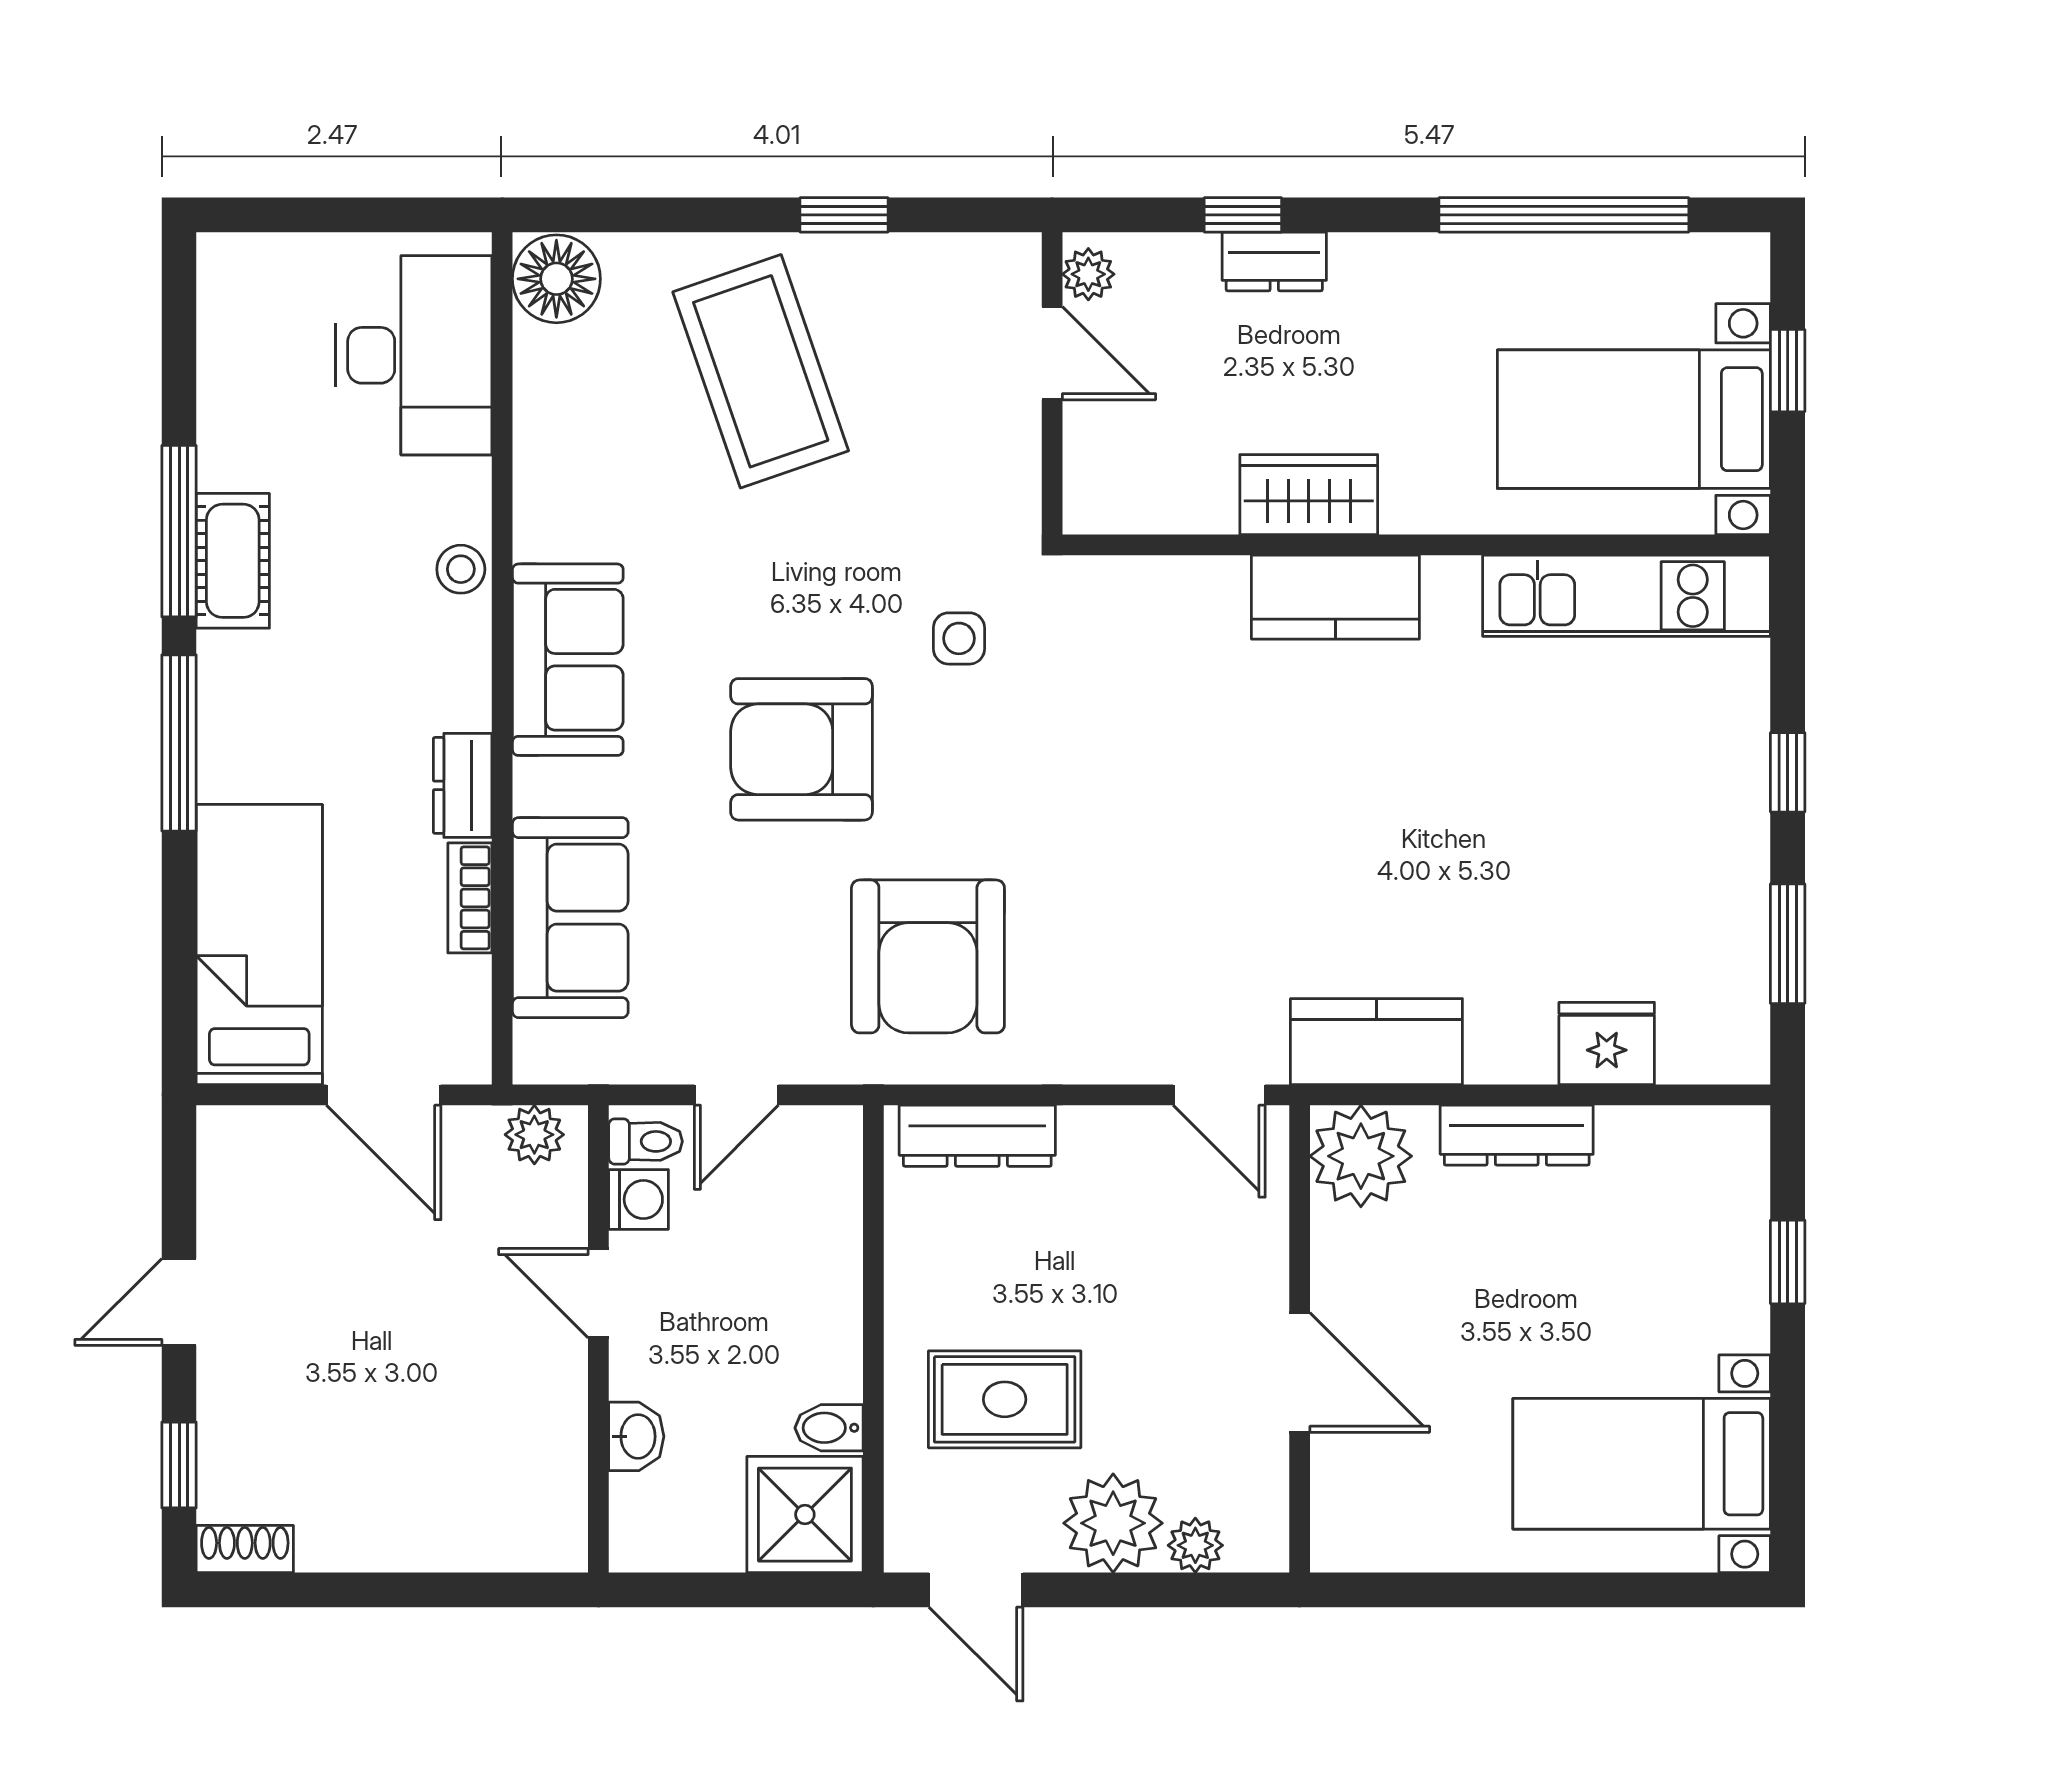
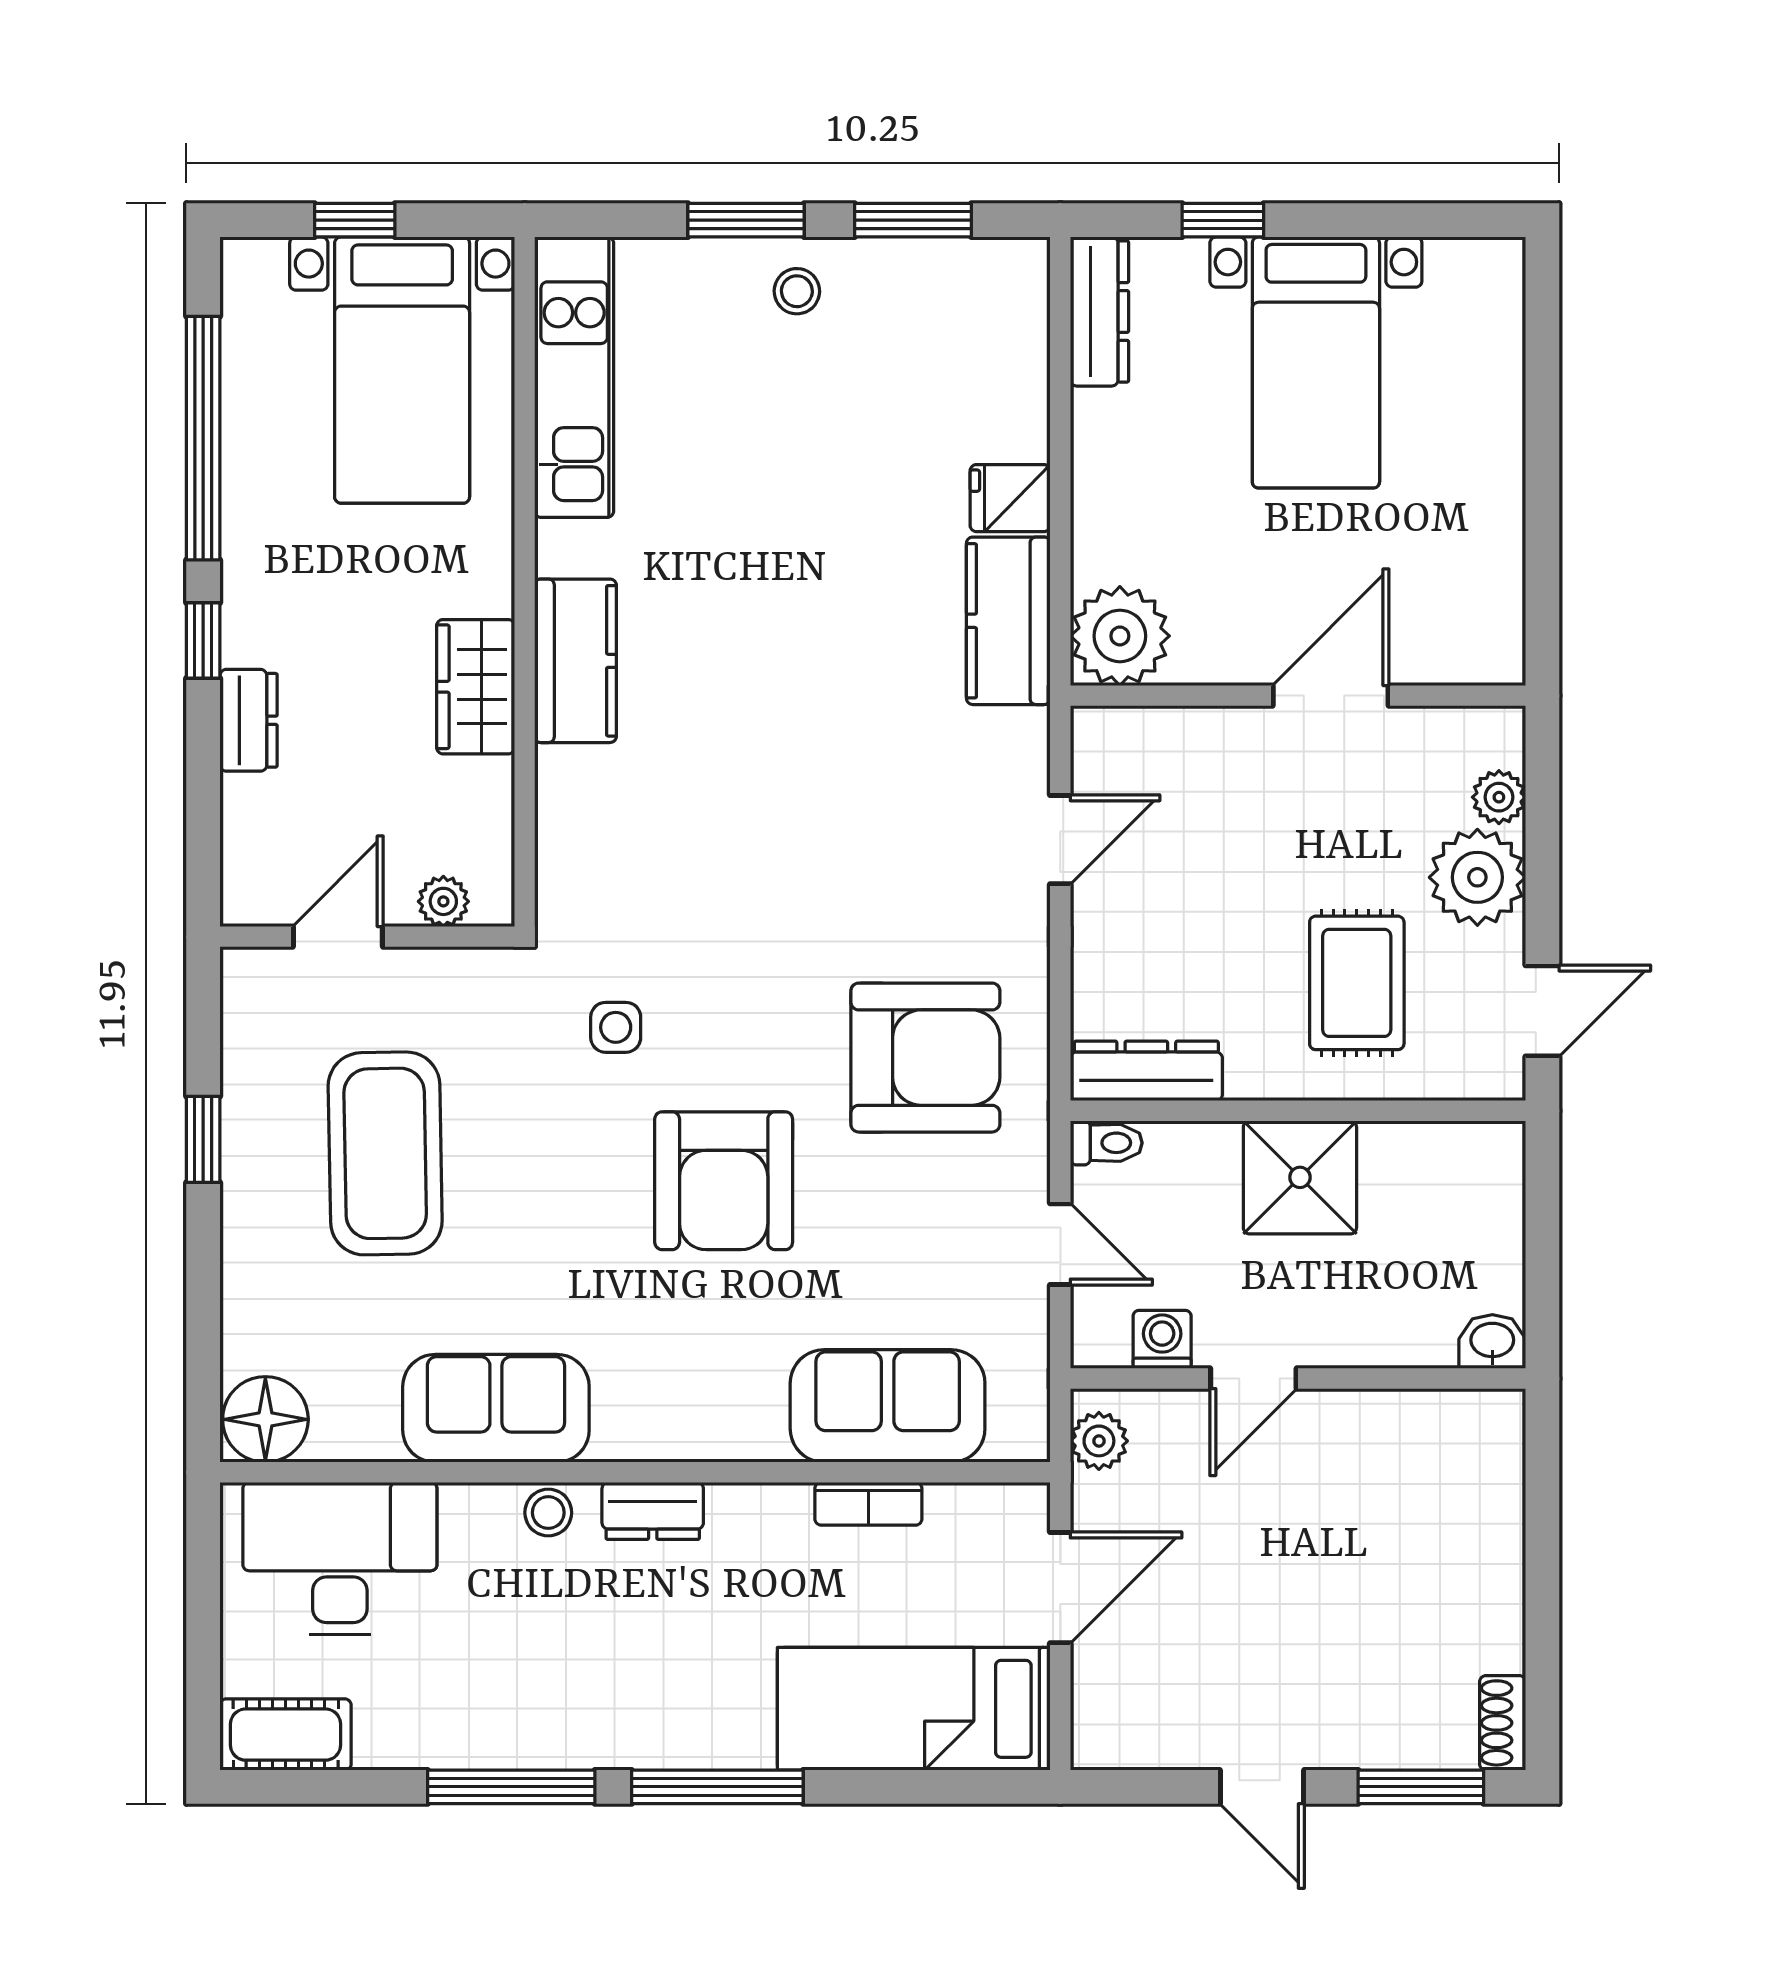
window: (1243, 215) -> (203, 641), moved
plant: (1088, 274) -> (443, 901), moved
coffee table: (761, 371) -> (385, 1153), moved, turned -72
cot: (233, 561) -> (286, 1735), moved
sofa: (568, 660) -> (496, 1408), moved
window: (1788, 772) -> (746, 220), width x1.50
dresser: (463, 785) -> (653, 1511), moved
stool: (1715, 824) -> (797, 291), added
fridge: (1607, 1043) -> (1010, 498), moved, width x0.72
door: (1219, 1095) -> (1060, 840), moved
dresser: (1517, 1135) -> (1099, 311), moved
dresser: (977, 1136) -> (1146, 1071), moved, turned -90
toilet: (646, 1141) -> (1106, 1143), moved, turned 90
bidet: (829, 1428) -> (1384, 1154), removed
washbasin: (636, 1436) -> (1492, 1342), moved
bed with nightstands: (1642, 1464) -> (1316, 362), moved
window: (179, 1465) -> (1421, 1787), width x1.50
shower: (805, 1515) -> (1300, 1177), moved

